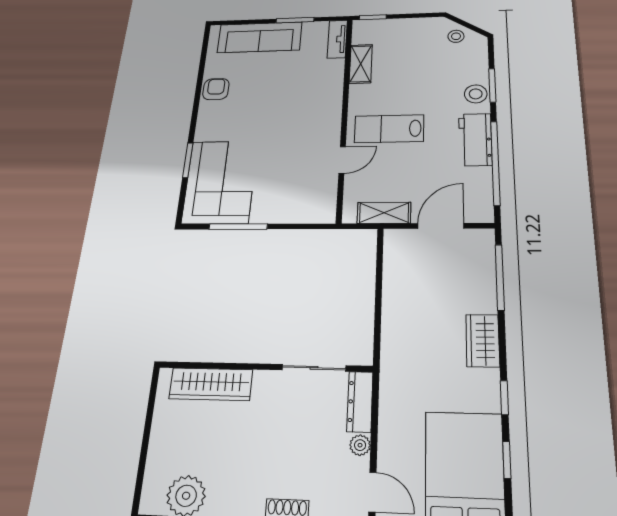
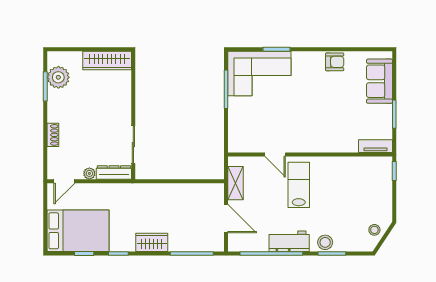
sofa: (260, 37) -> (380, 81), width x0.73
shelving: (361, 64) -> (353, 164), removed
wardrobe: (211, 384) -> (107, 60), moved, turned -90

